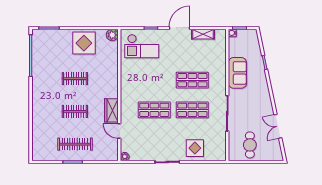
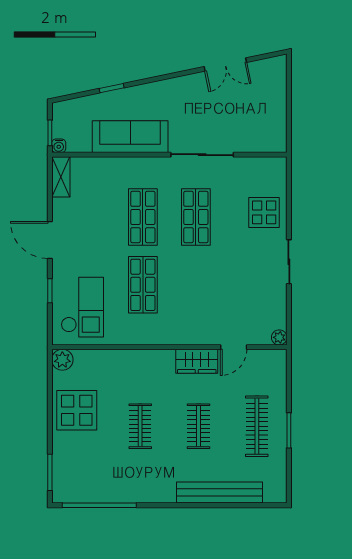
shelving: (203, 34) -> (61, 177), moved
sofa: (237, 73) -> (130, 137), width x1.36
shop shelf: (154, 110) -> (143, 285), moved
bench: (38, 123) -> (220, 493), added
cafe table: (250, 145) -> (258, 114), removed

